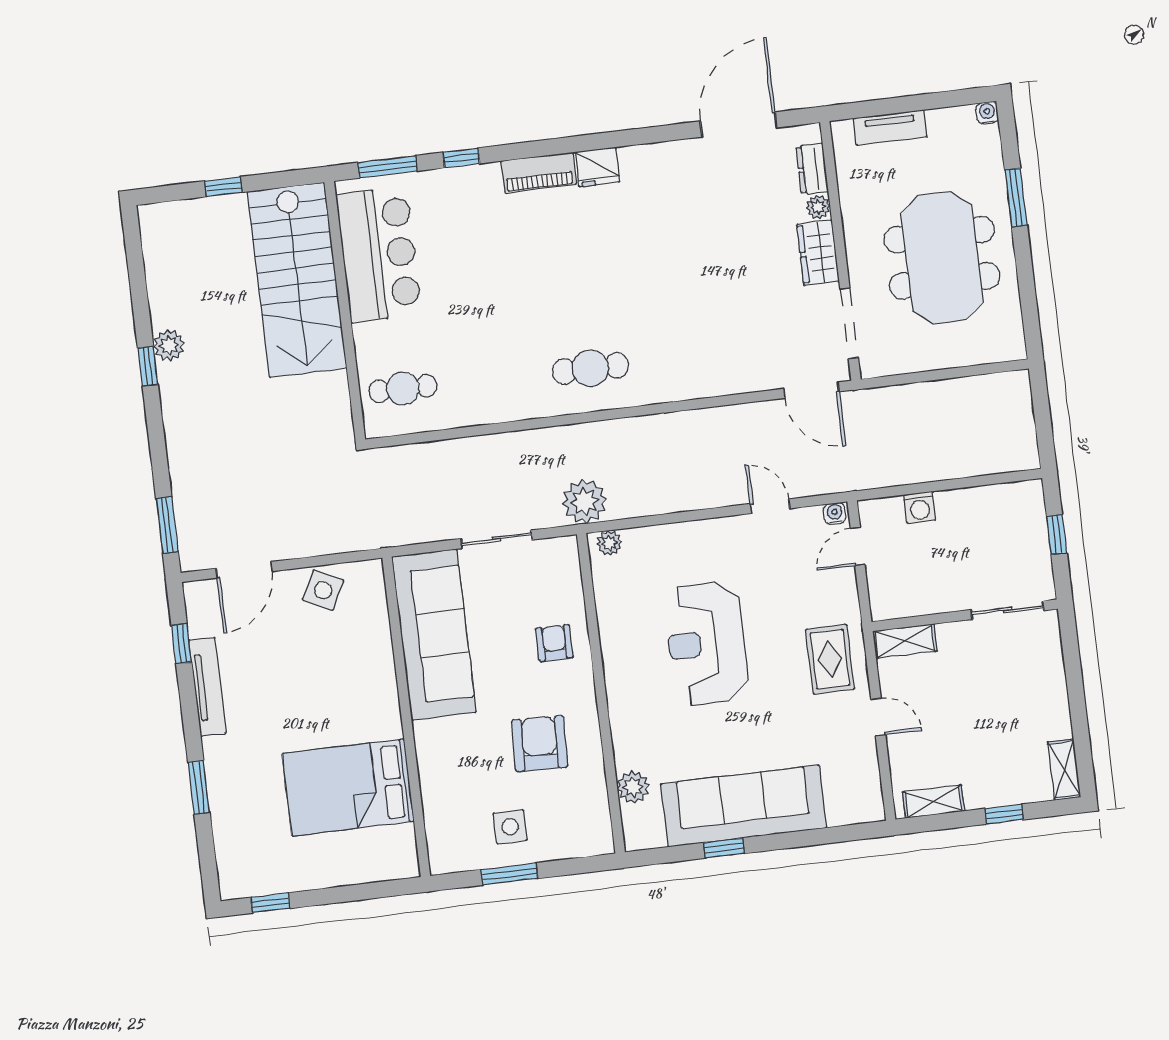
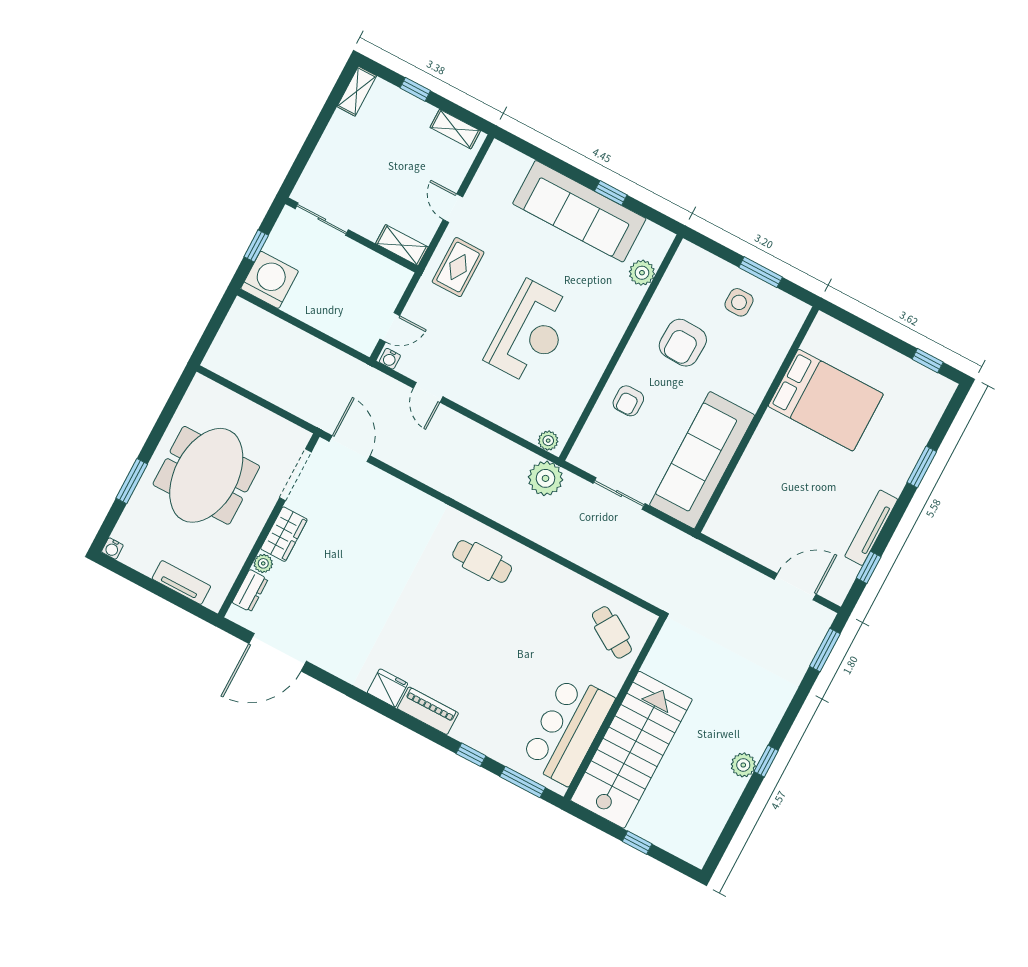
cafe table: (403, 389) -> (612, 632), turned 32
washing machine: (920, 507) -> (270, 280), moved, width x1.89, depth x1.89
side table: (323, 590) -> (754, 538), removed

